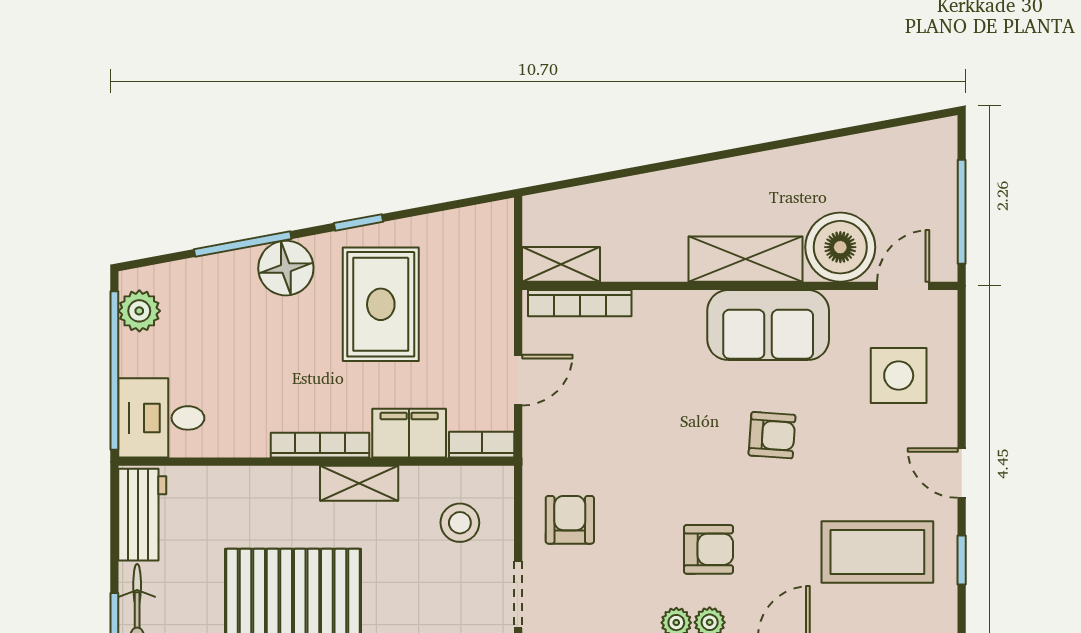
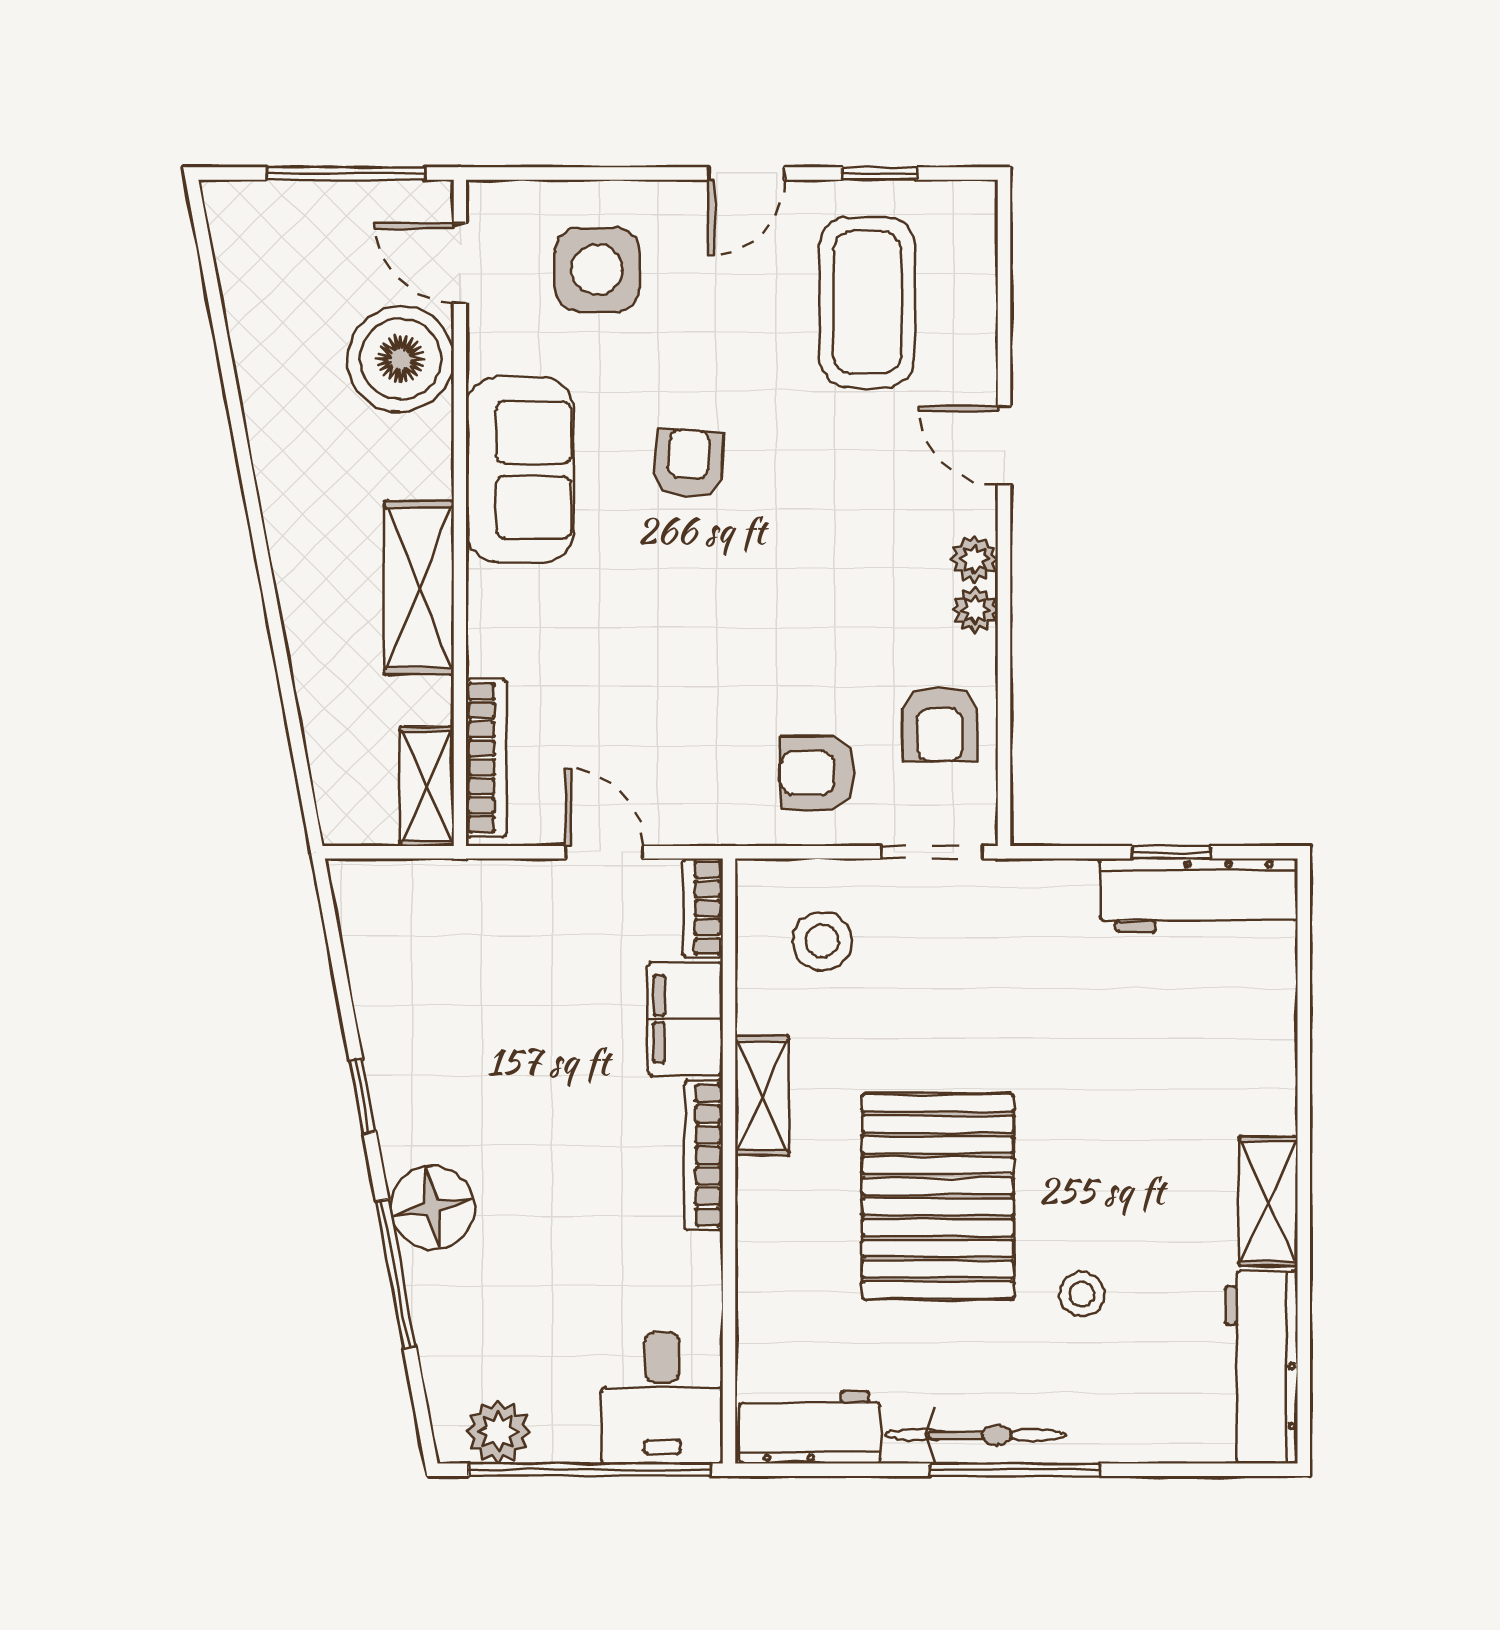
shelving: (745, 259) -> (419, 588), moved
rug: (381, 304) -> (488, 1062), removed
armchair: (708, 549) -> (940, 724), moved, turned 180

